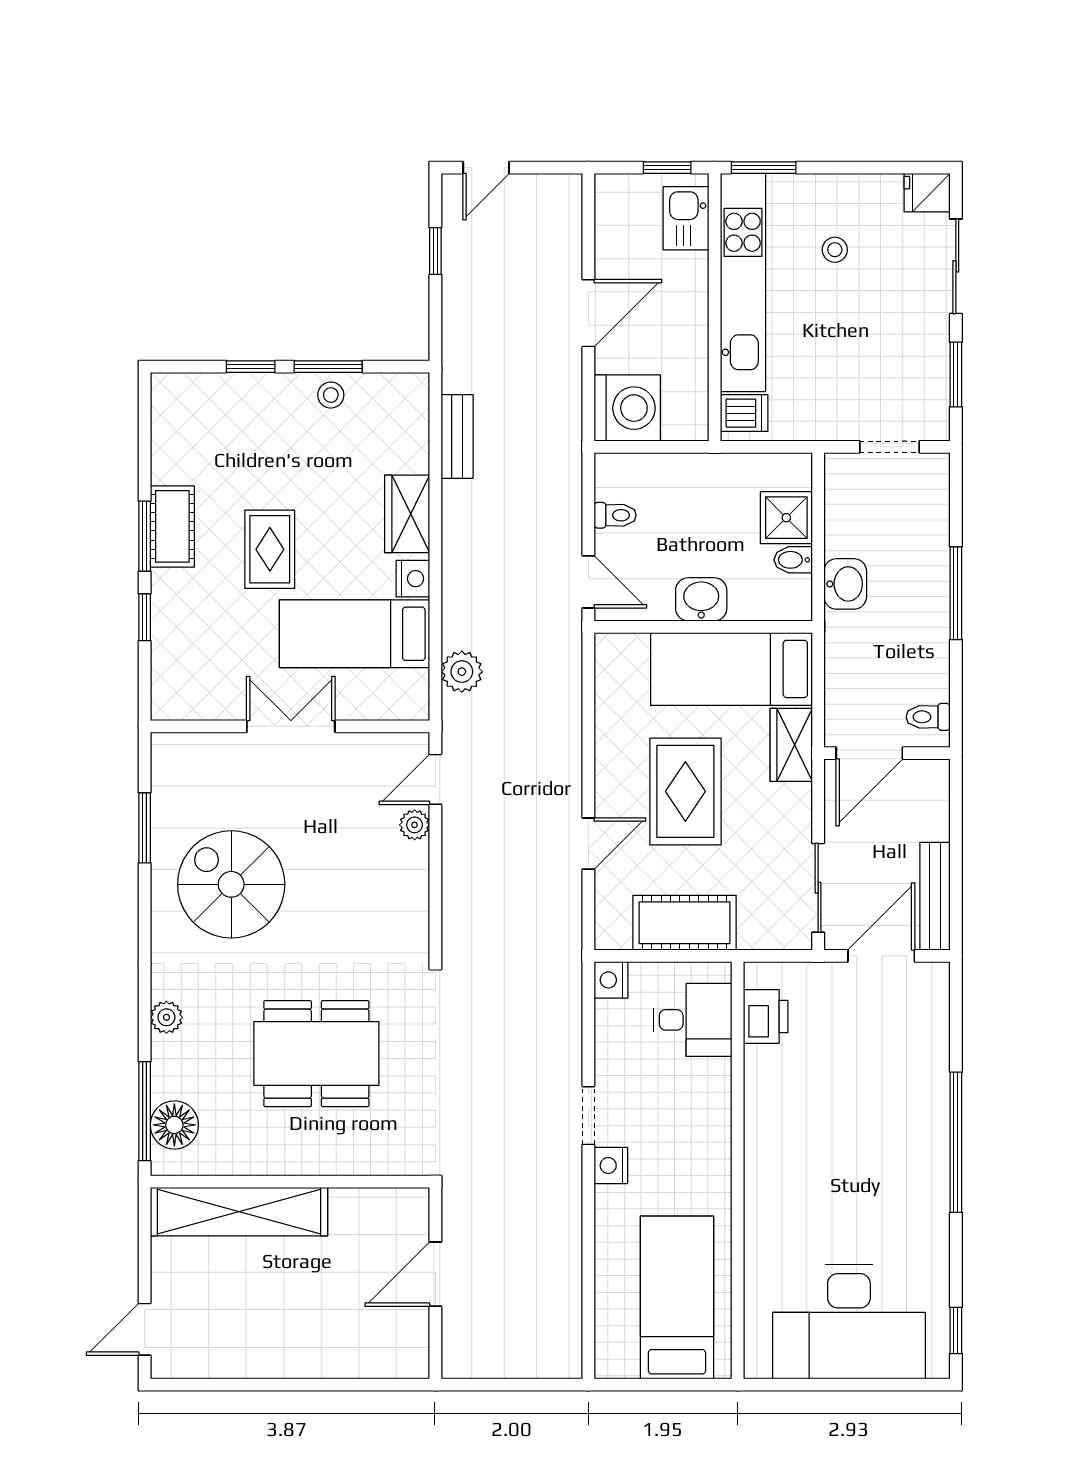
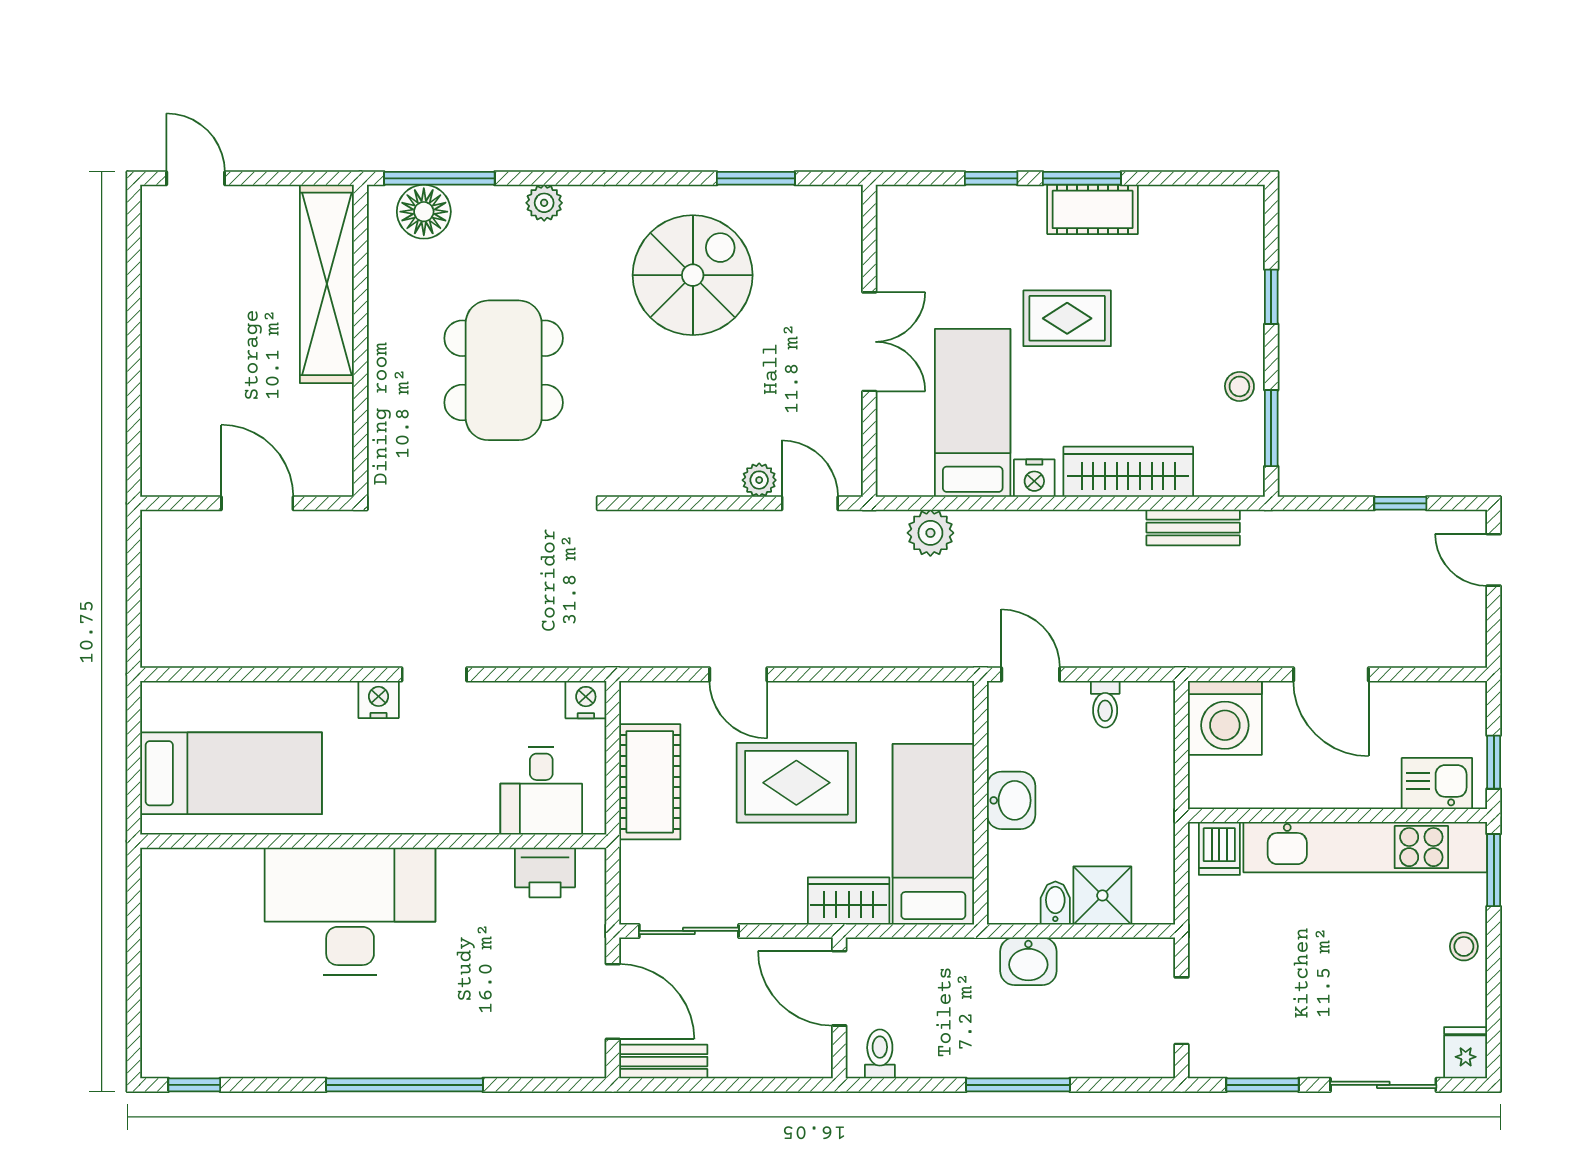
stool: (835, 250) -> (1464, 946), moved
window: (328, 367) -> (1271, 428), moved
wardrobe: (407, 514) -> (1128, 472), width x1.50
door: (588, 582) -> (1031, 674), swing flipped
bench: (935, 896) -> (663, 1062), width x0.73
desk: (849, 1322) -> (350, 911), moved, turned 90

